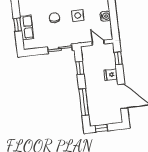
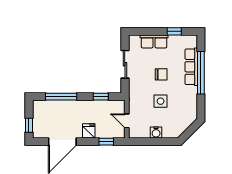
window: (18, 25) -> (174, 31), moved
door: (98, 43) -> (127, 121), swing flipped
sliding door: (60, 49) -> (125, 64), moved
window: (101, 128) -> (29, 125), moved

